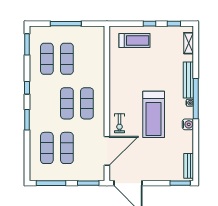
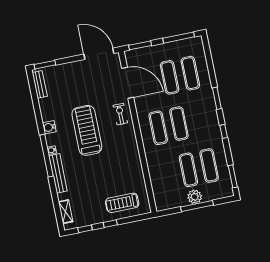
plant: (66, 33) -> (195, 197), added
door: (107, 151) -> (128, 83), swing flipped

